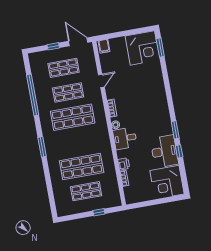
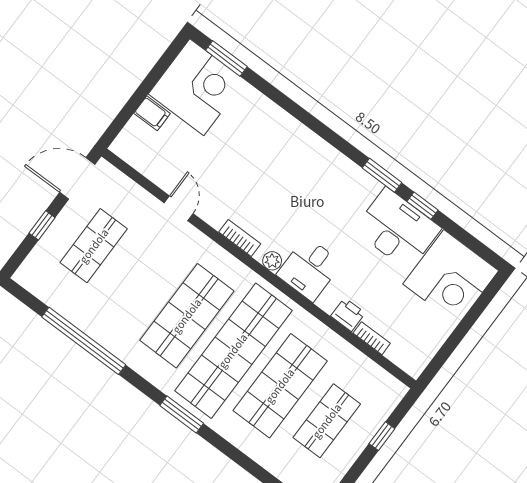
filing cabinet: (104, 46) -> (152, 113), moved
shop shelf: (68, 93) -> (233, 351), moved, width x2.00, depth x1.36

